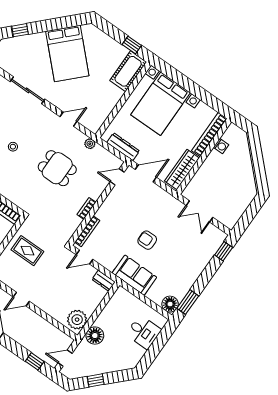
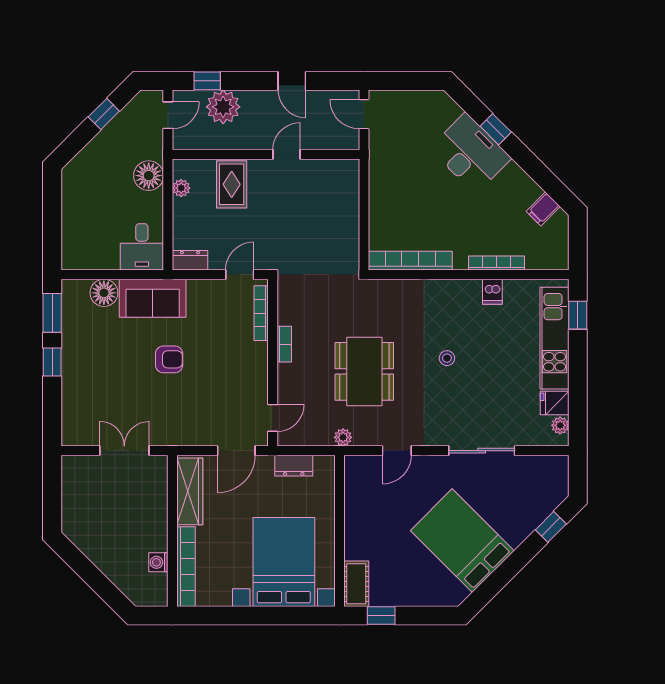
cot: (128, 71) -> (356, 584), width x0.73, depth x0.75
dresser: (123, 147) -> (294, 466), width x0.70
dining table: (57, 168) -> (364, 371), width x1.38
rug: (27, 251) -> (232, 184), moved, turned 90
window: (224, 251) -> (52, 362), moved
floor lamp: (170, 304) -> (104, 293), moved
plant: (77, 320) -> (181, 188), width x0.53, depth x0.53
desk: (144, 332) -> (142, 247), moved, turned -90
plant: (36, 343) -> (223, 107), added

